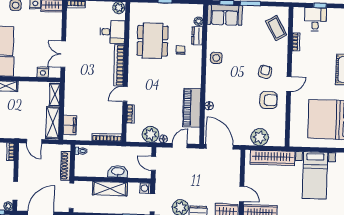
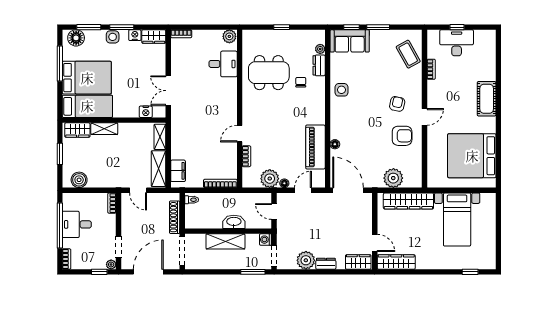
desk: (315, 19) -> (457, 43), width x1.37
dining table: (153, 41) -> (269, 73), turned 90
bookcase: (119, 65) -> (232, 101), removed

